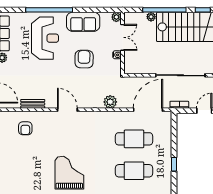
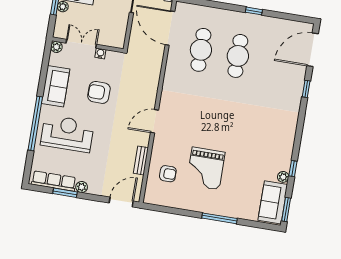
plant: (110, 102) -> (154, 70), removed
window: (174, 164) -> (254, 11), moved
grand piano: (69, 173) -> (206, 168), moved, turned -90

